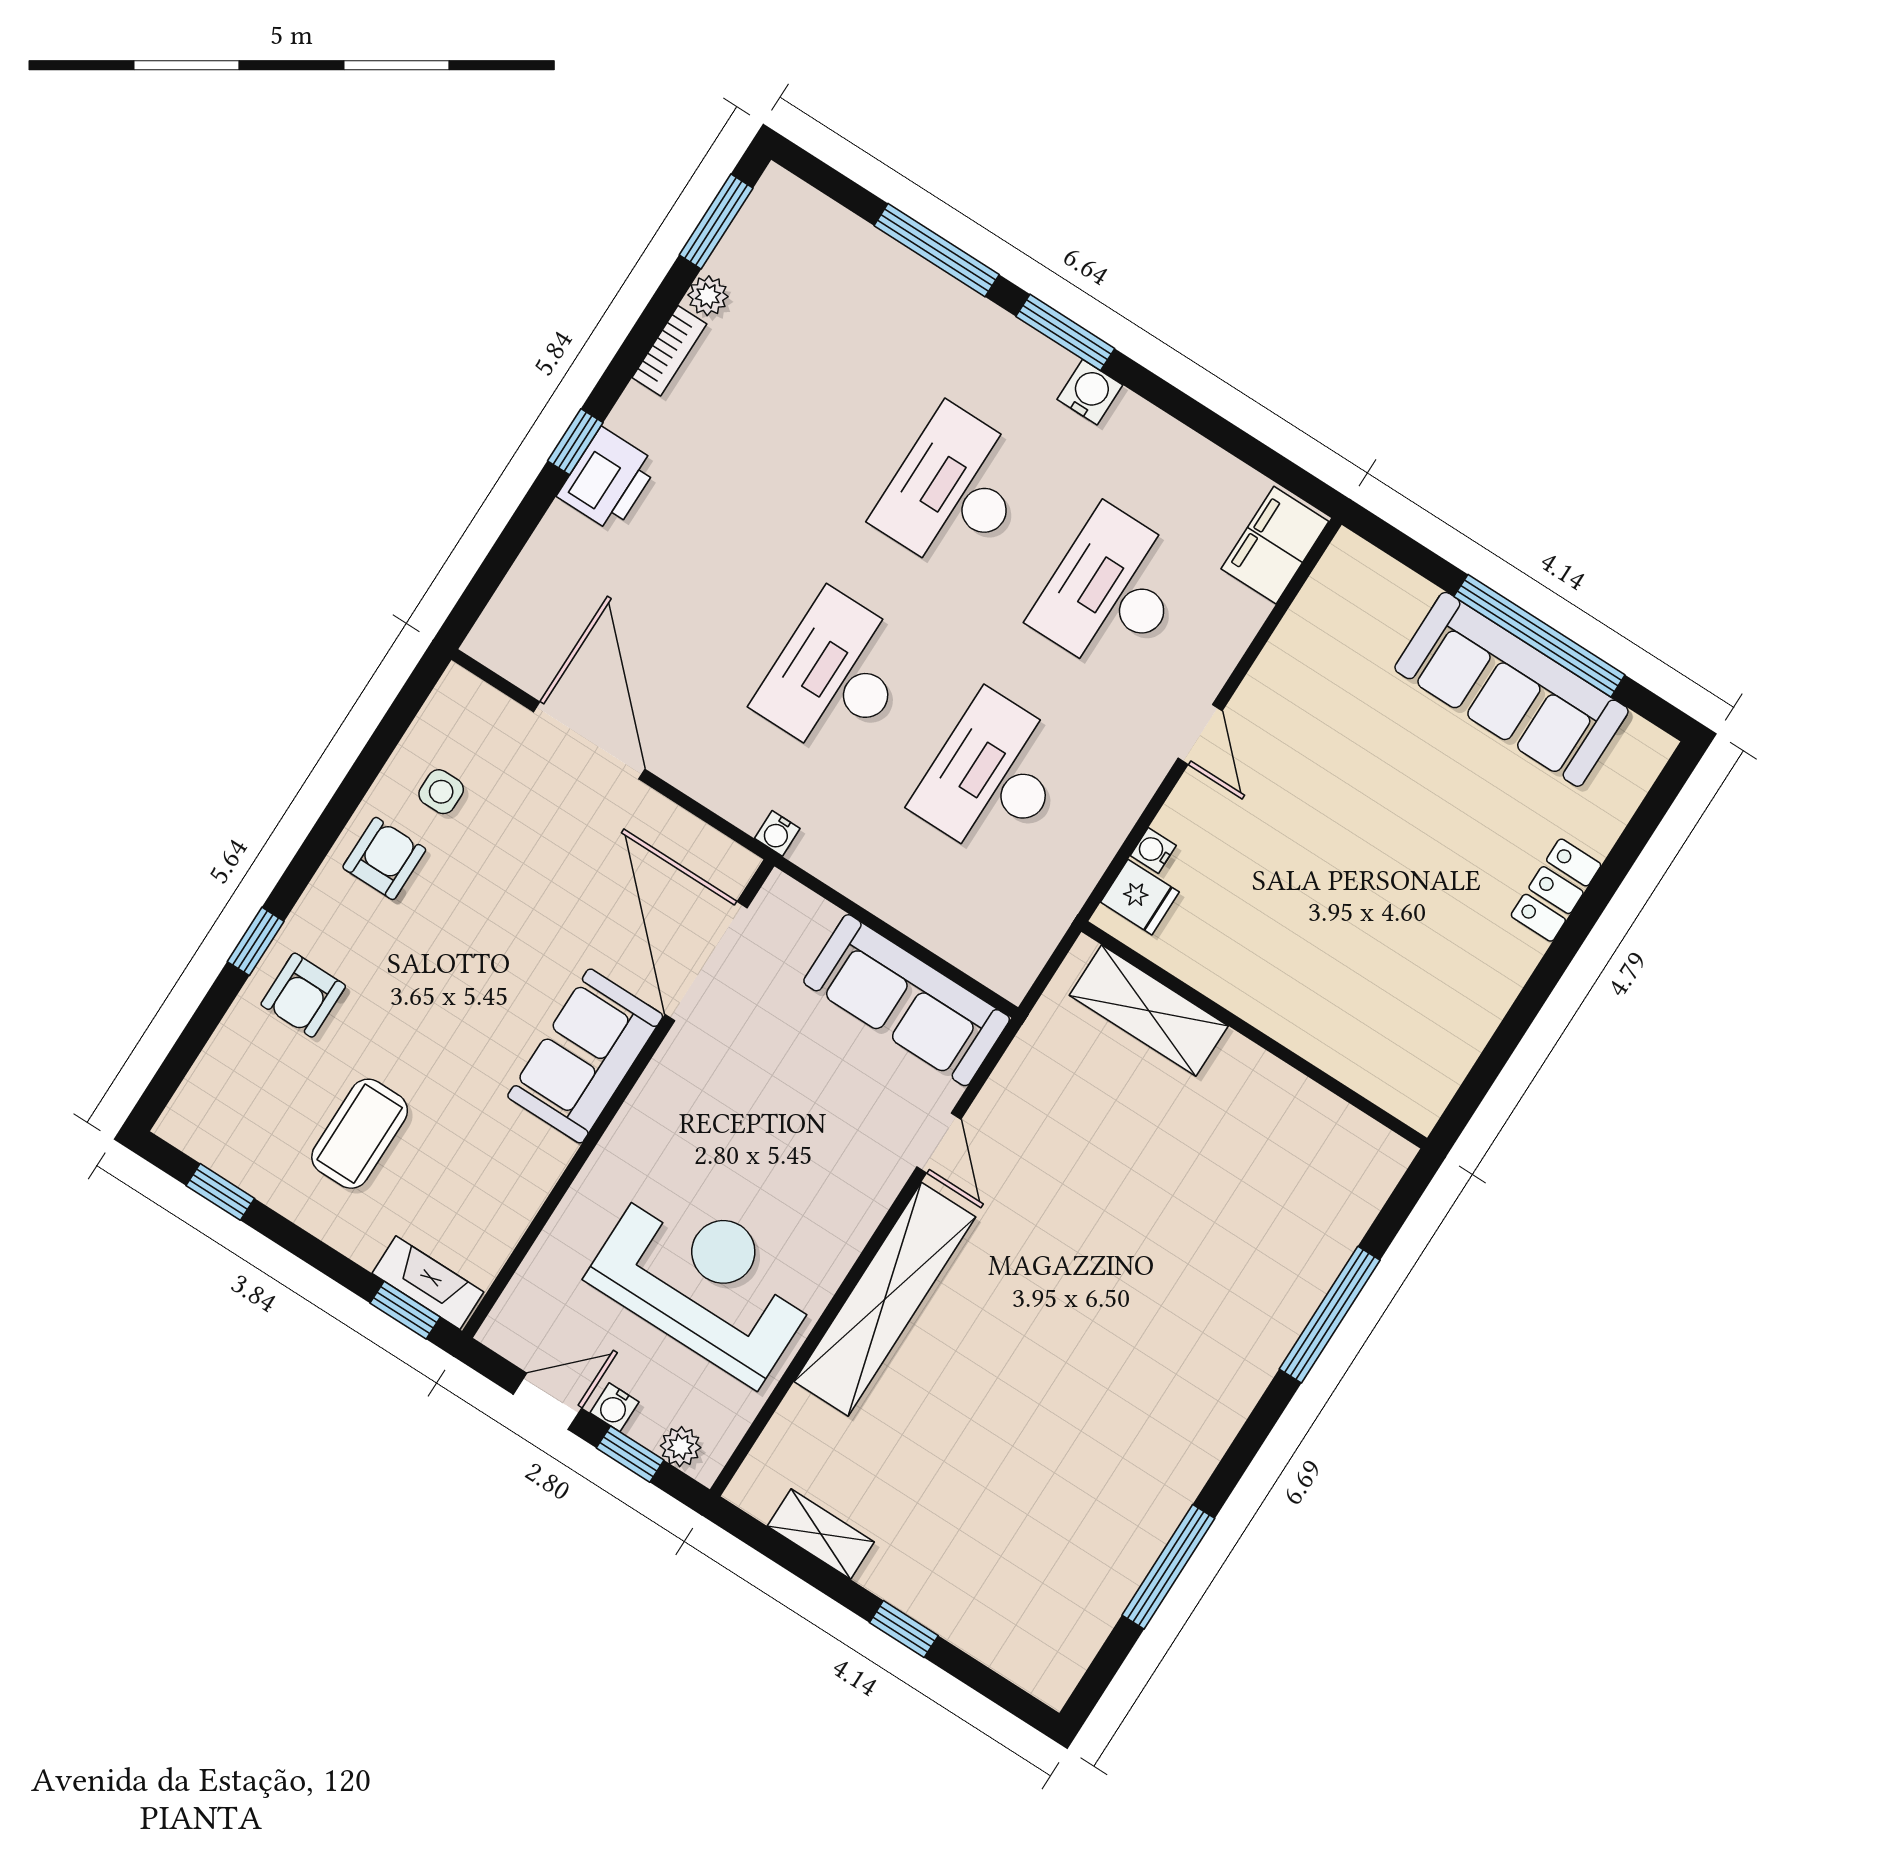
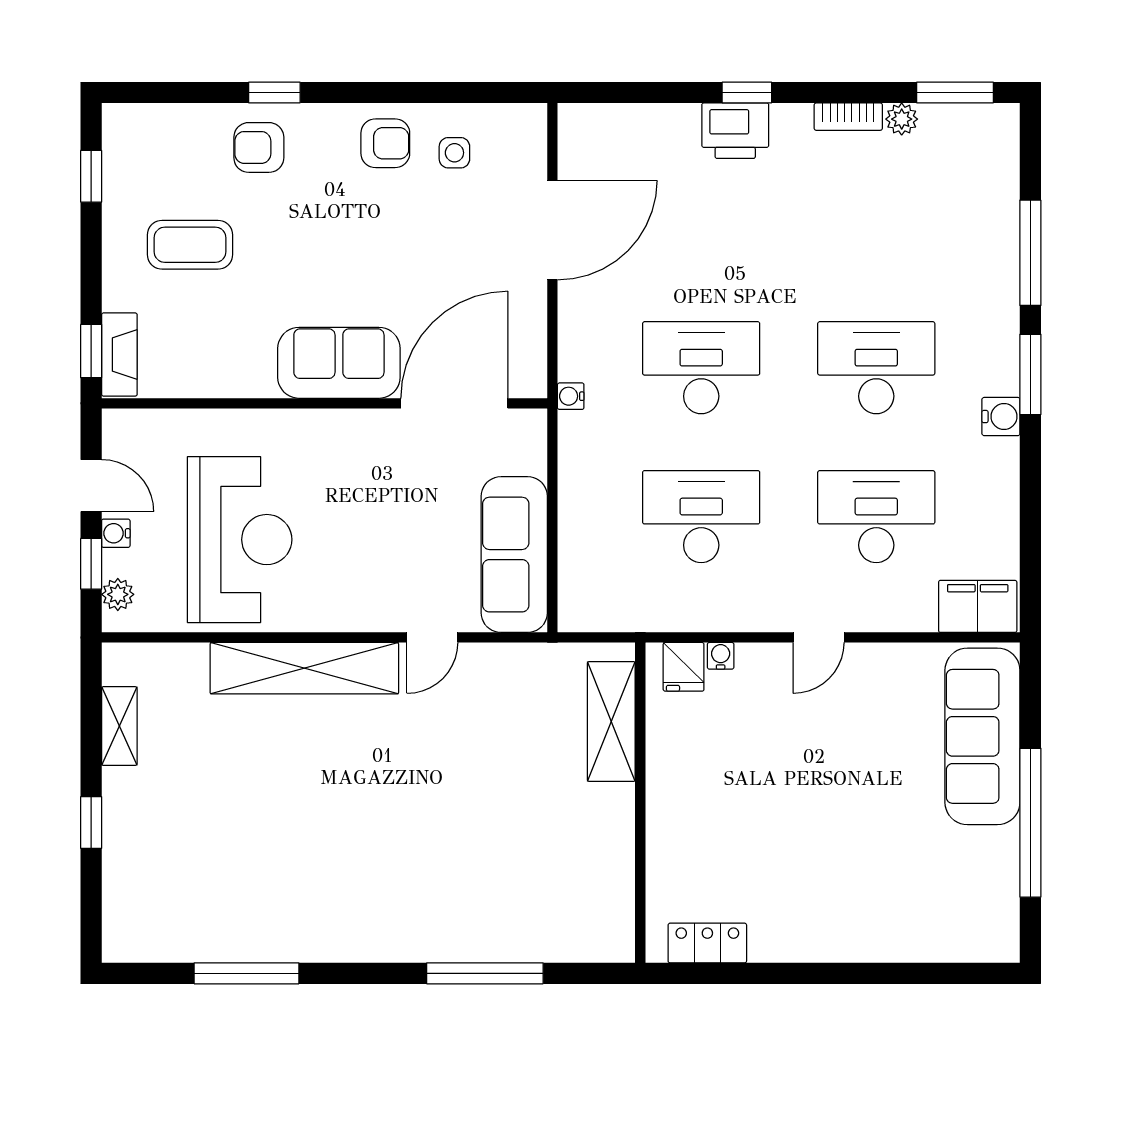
sofa: (1512, 689) -> (982, 736), moved
locker: (1556, 890) -> (707, 943), moved

